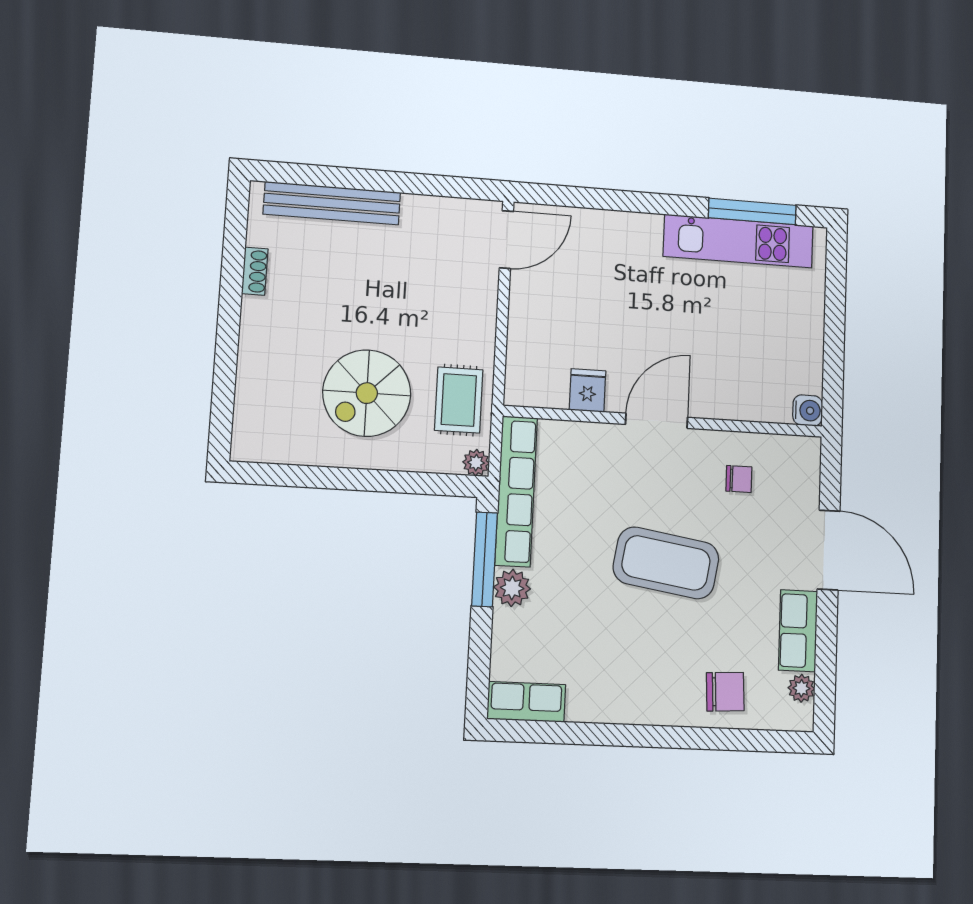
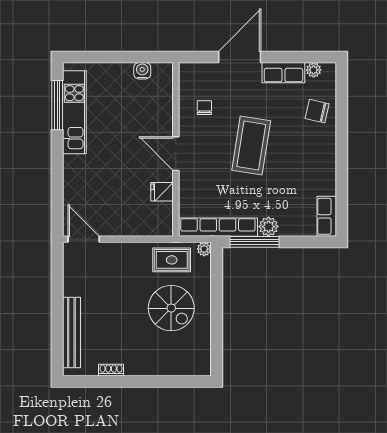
water cooler: (808, 410) -> (142, 71), moved
chair: (725, 692) -> (317, 111), turned -74

